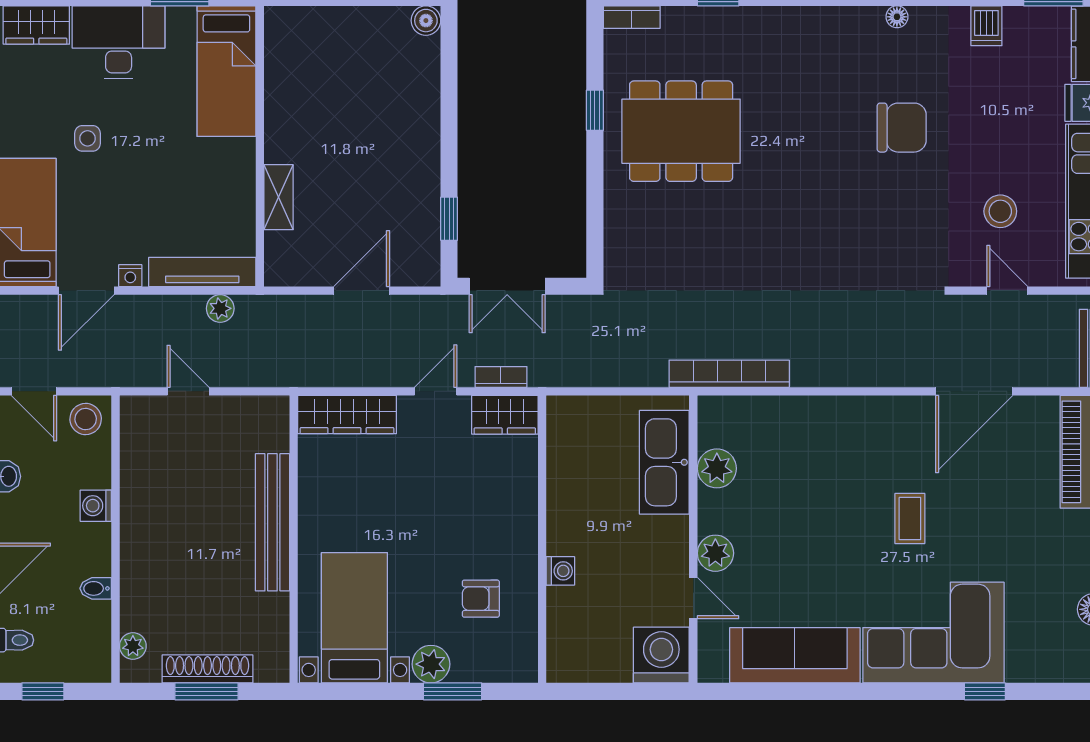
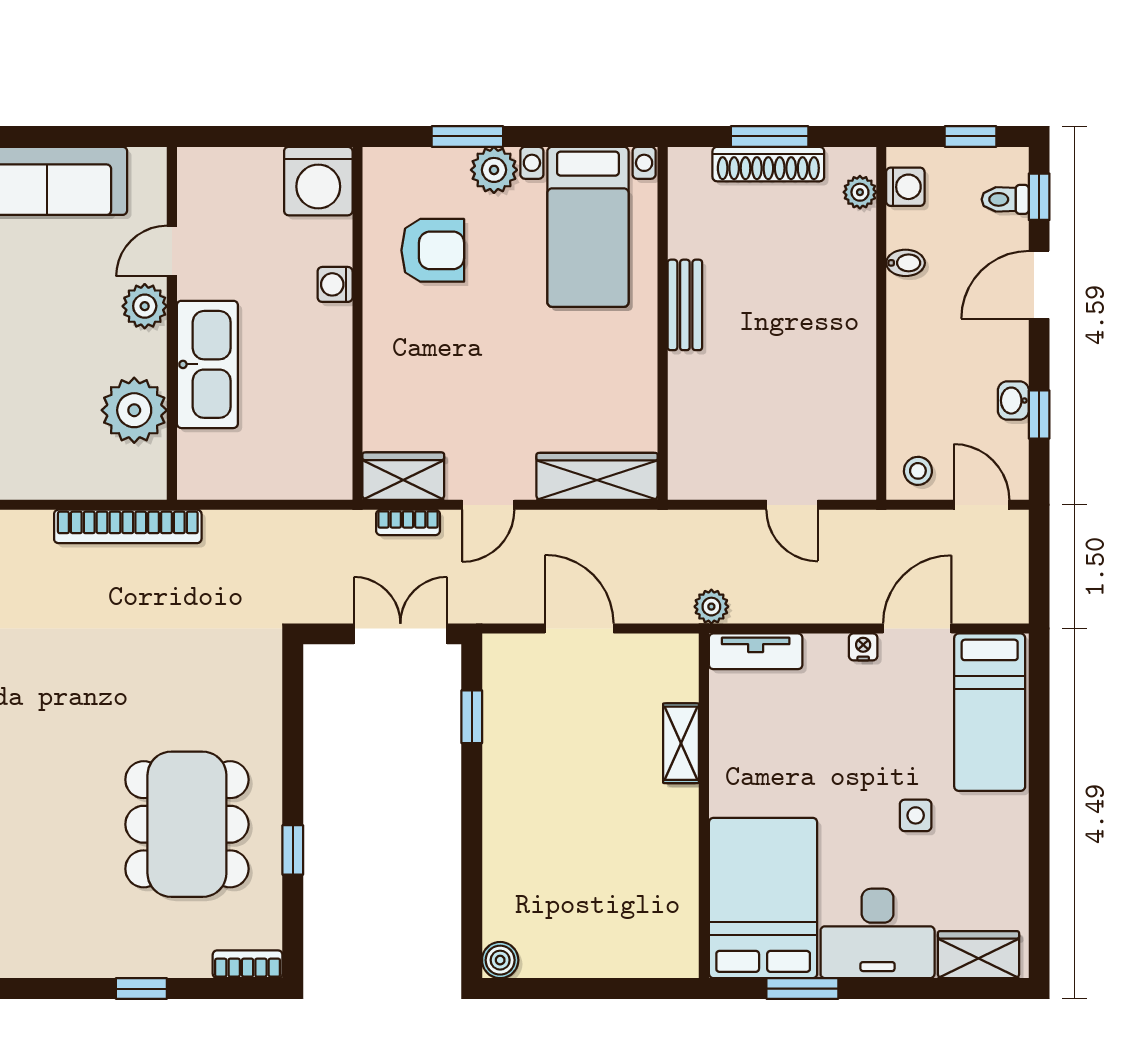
bed: (226, 71) -> (763, 898), width x1.50
dining table: (681, 131) -> (187, 824), turned 90
tv unit: (202, 272) -> (756, 651), width x0.71
door: (362, 291) -> (579, 628), swing flipped
plant: (220, 308) -> (711, 607), moved
stool: (86, 419) -> (918, 471), width x0.73, depth x0.73
kitchen sink: (664, 462) -> (207, 364), moved
plant: (717, 468) -> (134, 410), width x1.36, depth x1.36
washing machine: (96, 506) -> (905, 187), moved
bench: (272, 522) -> (685, 305), width x0.54, depth x0.82
door: (693, 598) -> (172, 251), hinge flipped
armchair: (481, 599) -> (433, 250), width x1.38, depth x1.38
washing machine: (661, 655) -> (318, 181), moved

